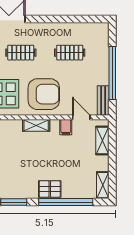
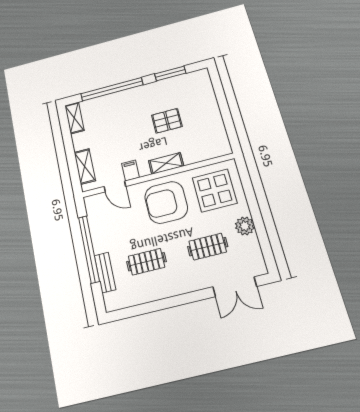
bench: (103, 101) -> (105, 272), moved
pallet: (50, 189) -> (167, 121), moved

